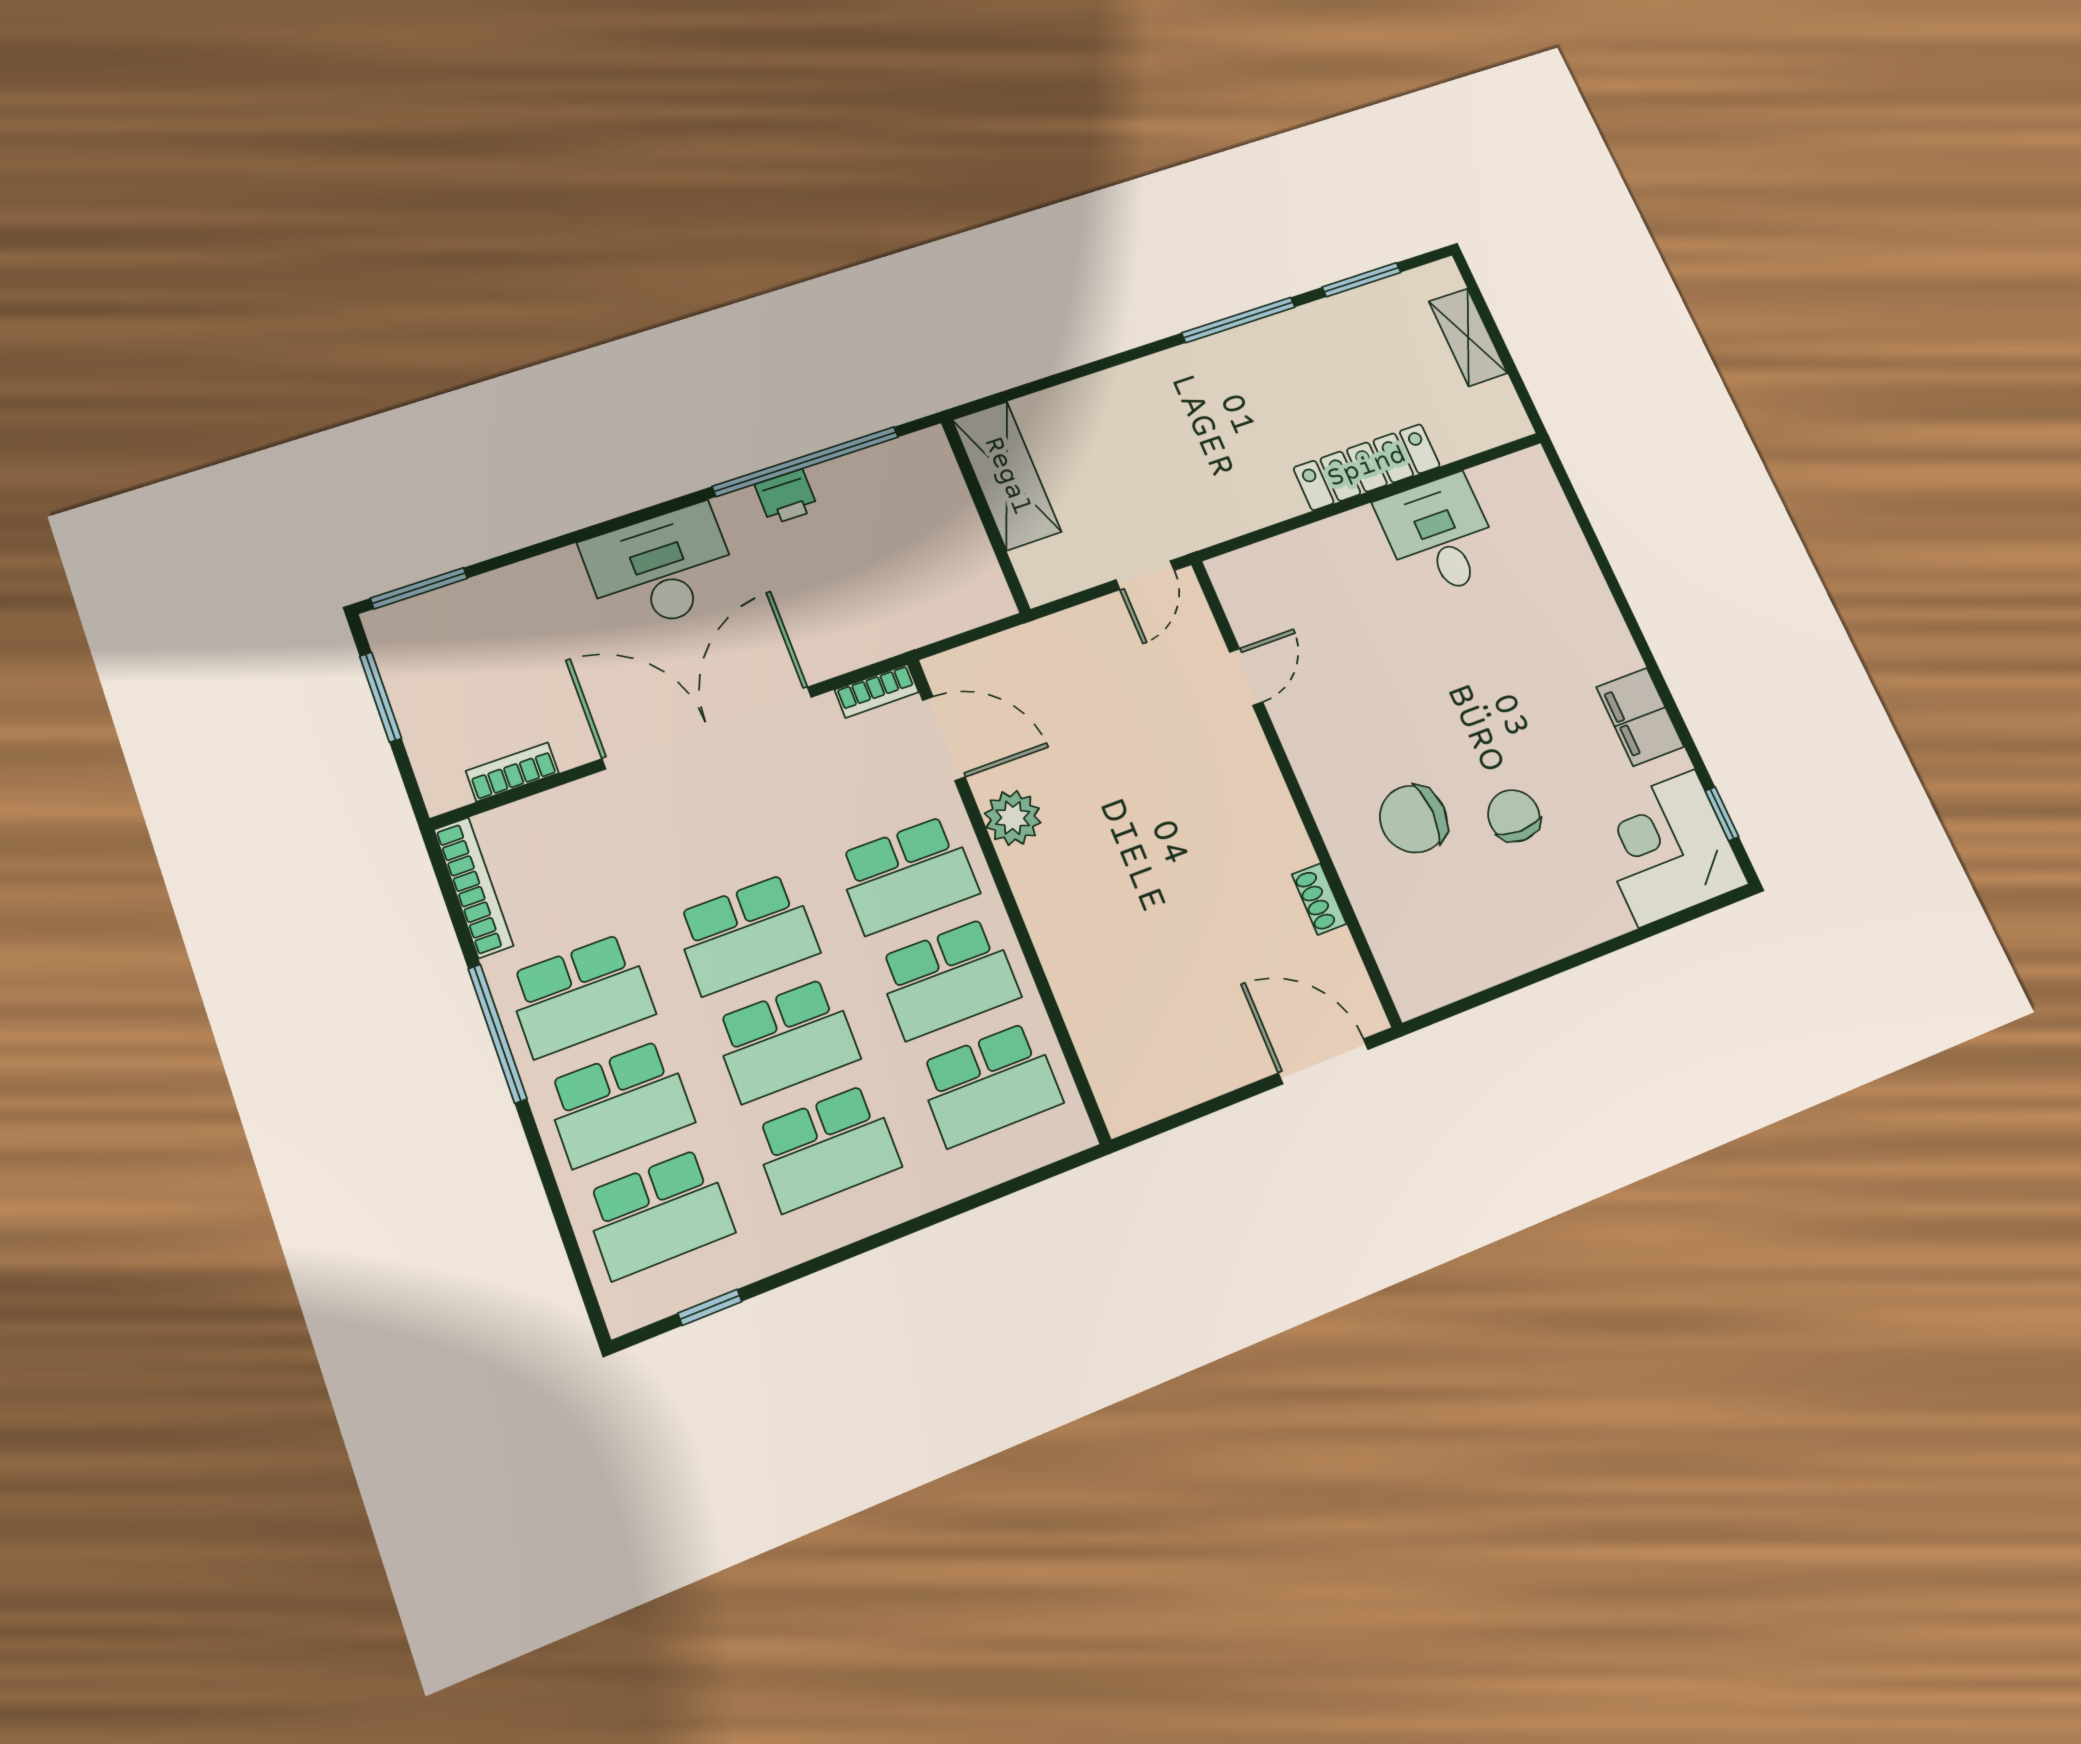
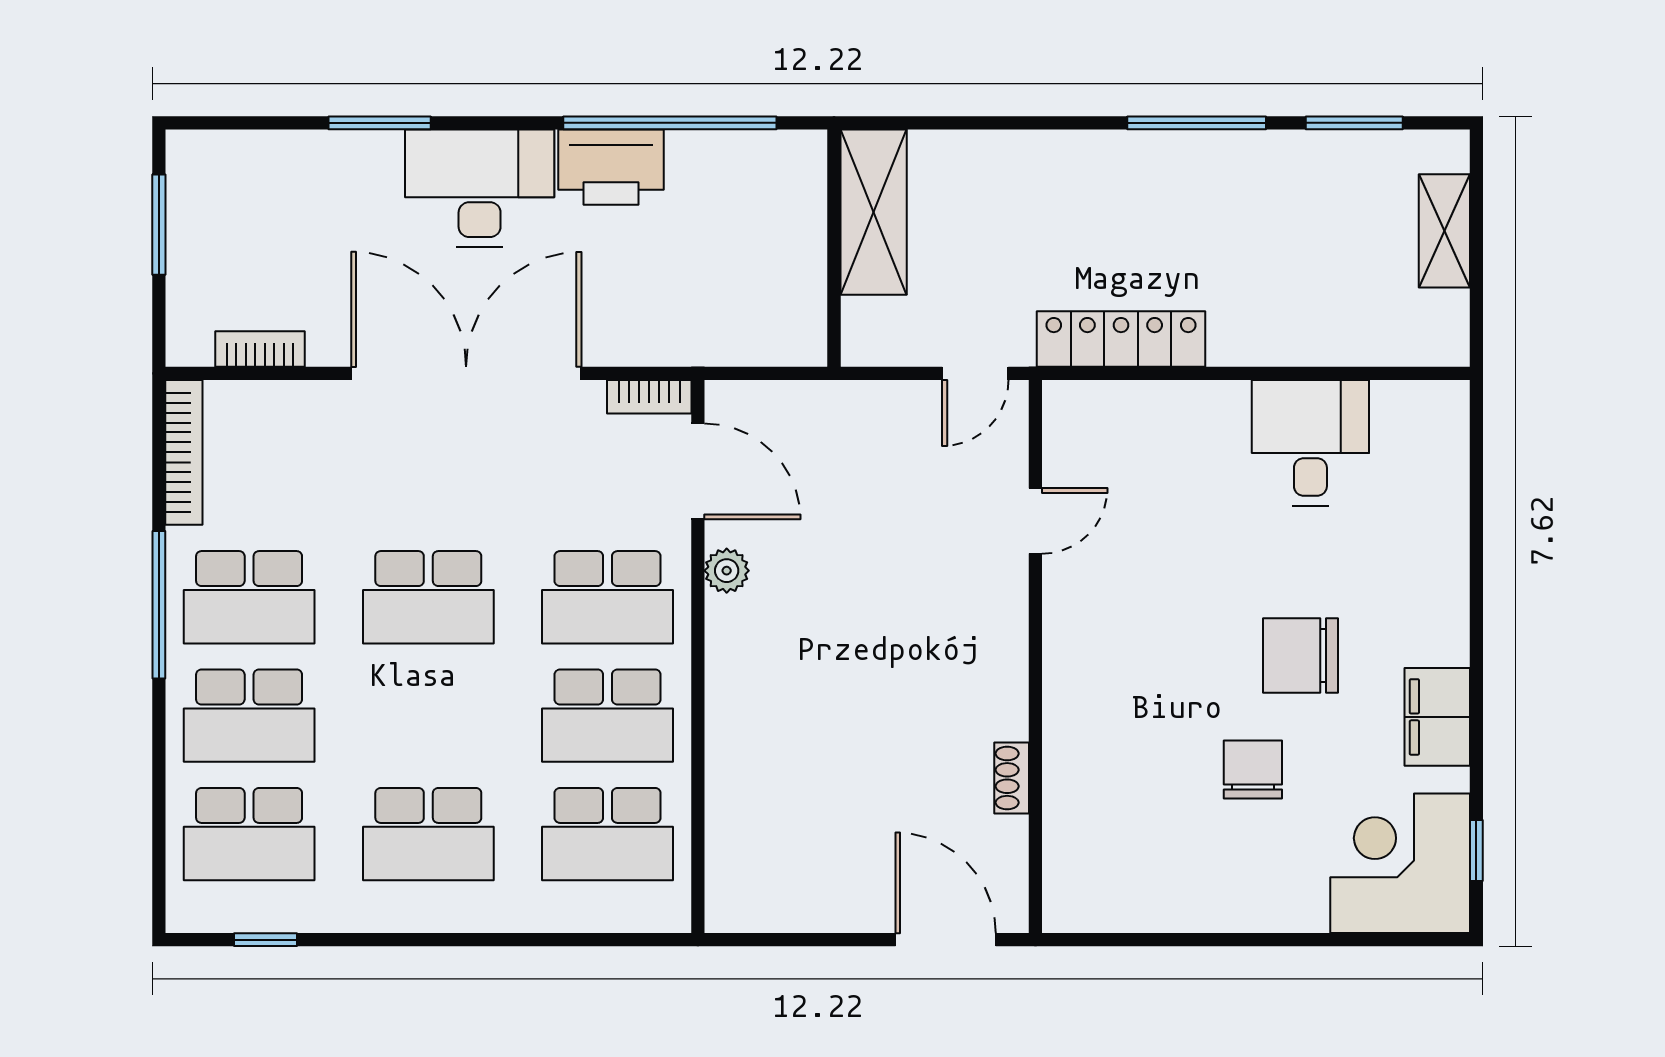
locker: (1367, 467) -> (1121, 339), moved
printer: (786, 497) -> (611, 167), width x1.87, depth x1.48
window: (419, 588) -> (380, 123), moved
plant: (1013, 818) -> (727, 571), width x0.73, depth x0.73
chair: (1413, 819) -> (1301, 656), moved
school desk: (786, 1040) -> (428, 716), removed

